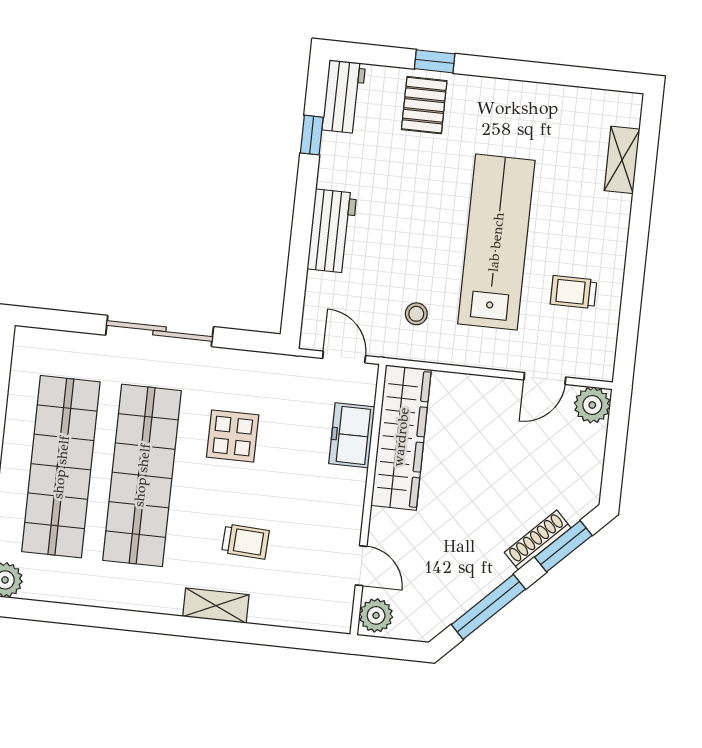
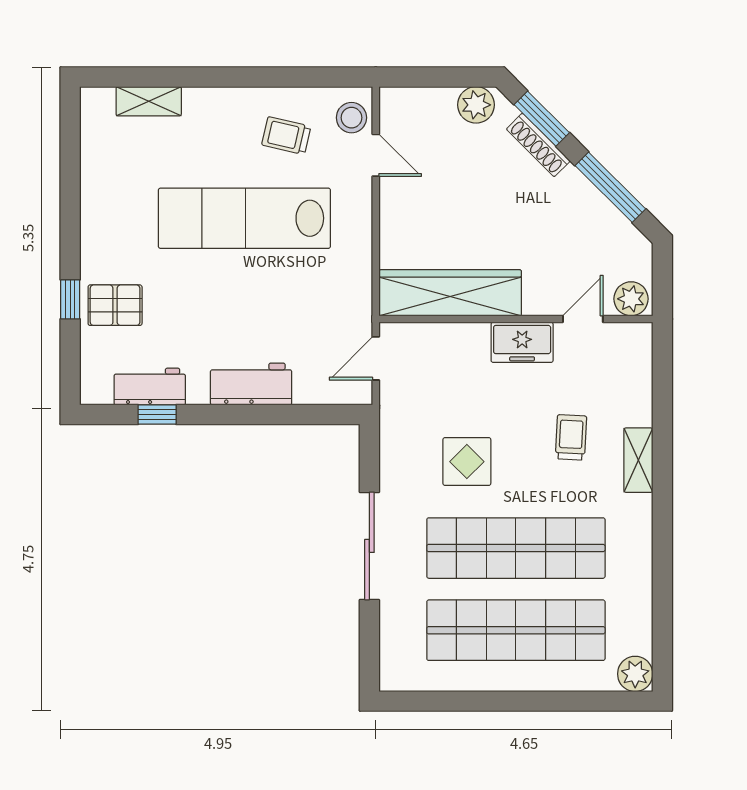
workbench: (344, 97) -> (150, 387), moved
trolley: (574, 292) -> (286, 136), turned 103
stool: (416, 314) -> (351, 118), moved, width x1.37, depth x1.37
plant: (592, 405) -> (476, 105), moved
freezer: (352, 435) -> (522, 342), moved

